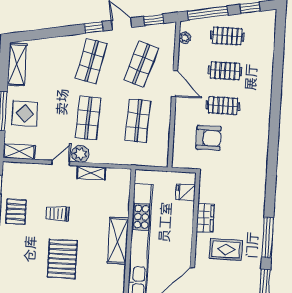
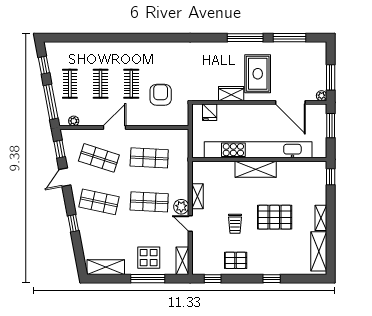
window: (94, 27) -> (73, 223), moved
rug: (226, 249) -> (258, 74), width x1.36, depth x1.43

